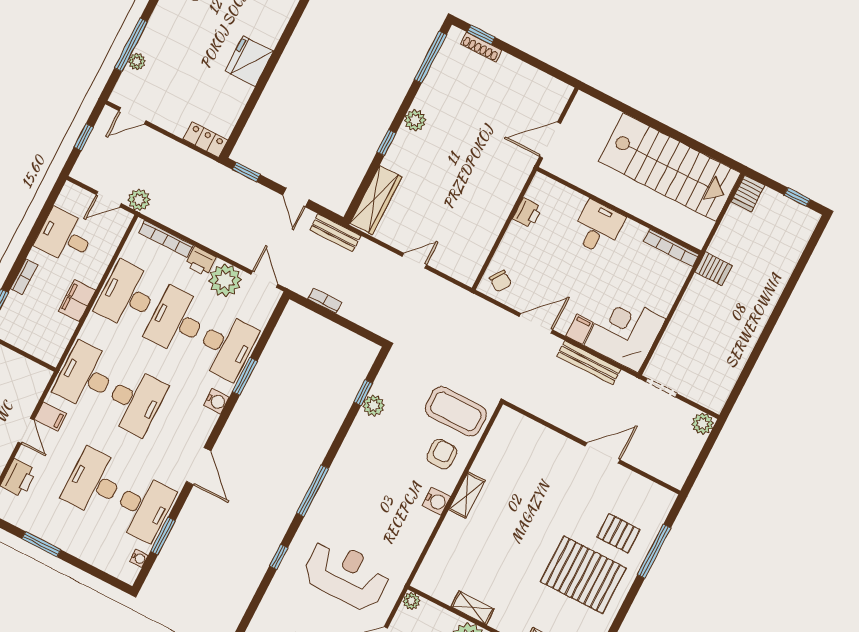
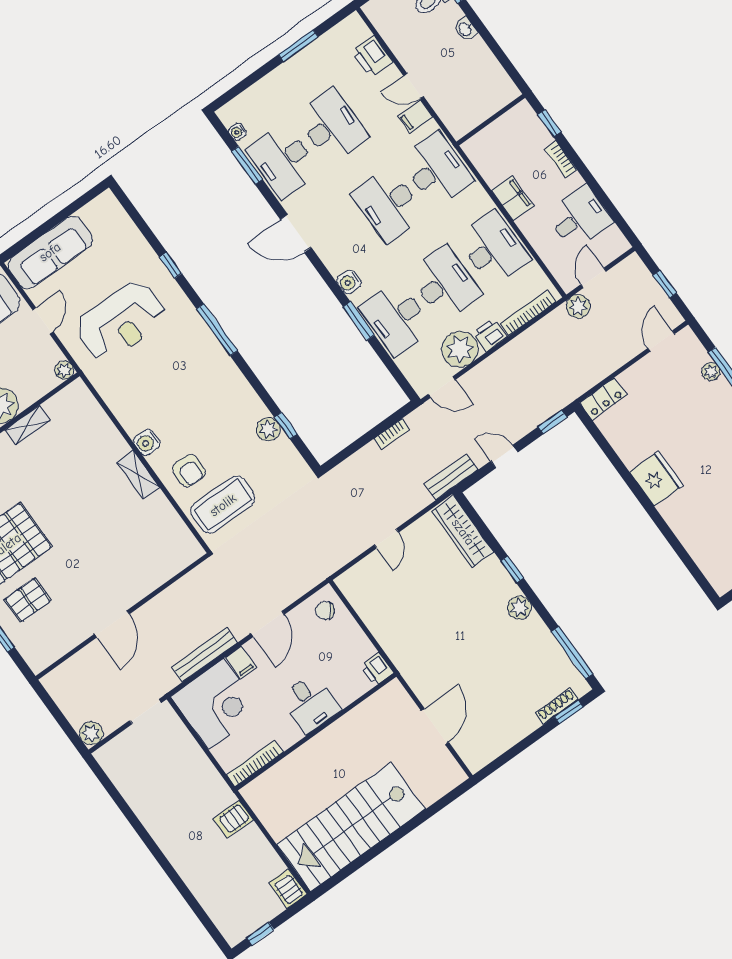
wall: (619, 211) -> (316, 732), moved
desk: (598, 227) -> (310, 703), moved
bookcase: (671, 248) -> (255, 763), moved

